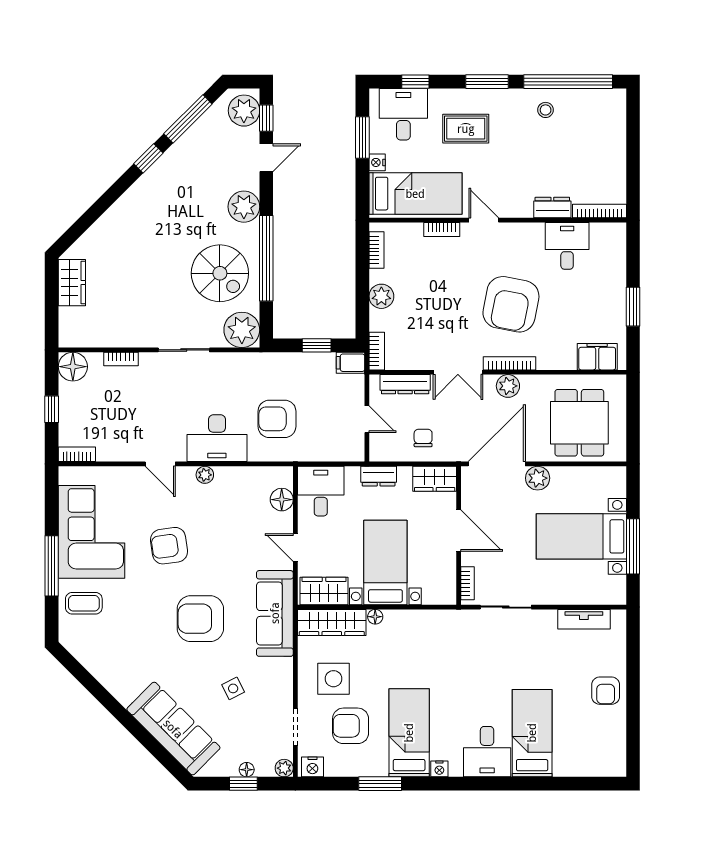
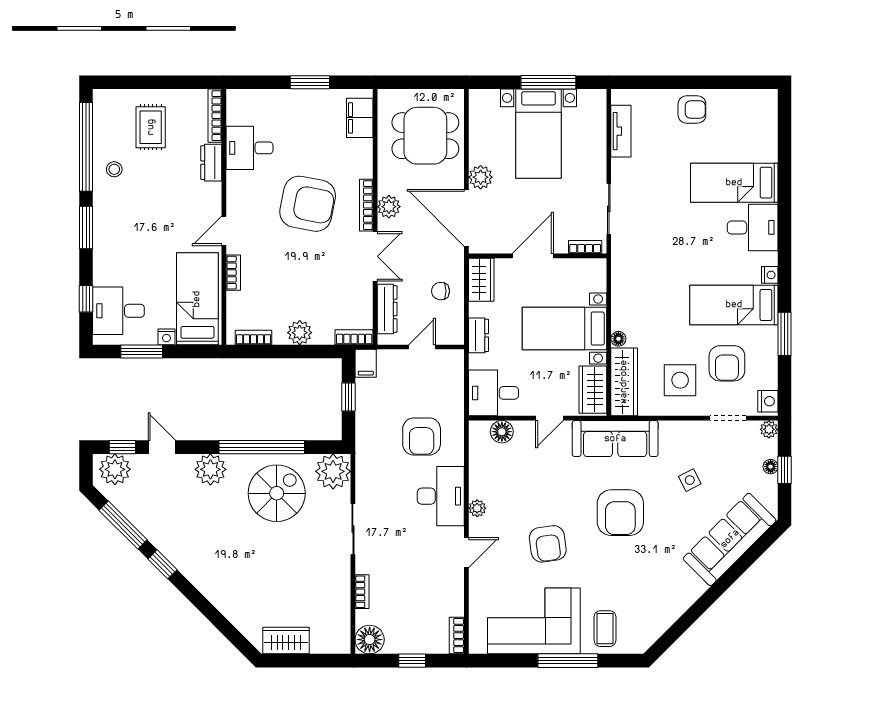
rug: (466, 129) -> (151, 127), moved

